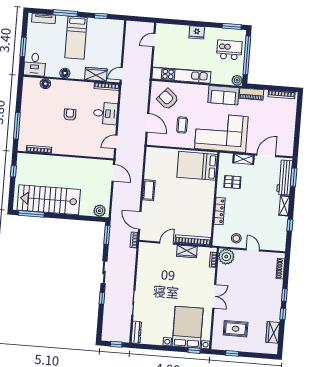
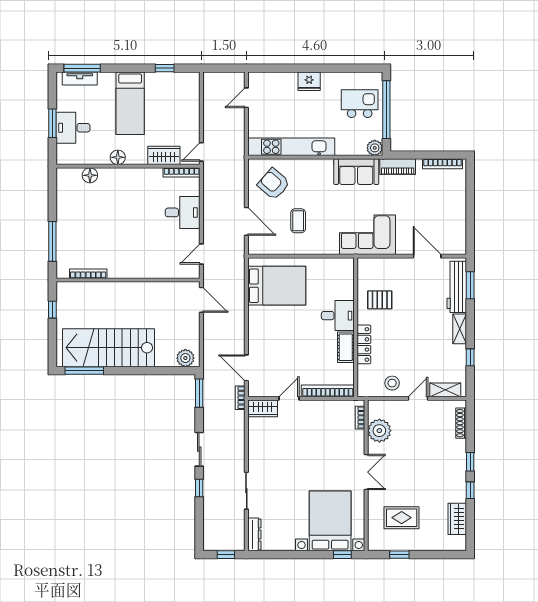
window: (65, 13) -> (82, 68), moved
window: (232, 26) -> (360, 68), removed
desk: (35, 64) -> (73, 128), moved, turned 90
armchair: (70, 115) -> (130, 219), removed
corner sofa: (221, 133) -> (367, 235), width x0.73, depth x0.74
door: (266, 155) -> (427, 256), hinge flipped
shelving: (244, 159) -> (445, 390), moved
bed: (197, 166) -> (277, 286), moved, turned 180
cot: (149, 190) -> (346, 347), moved
desk: (204, 190) -> (338, 316), added
door: (253, 250) -> (418, 398), hinge flipped
wardrobe: (187, 251) -> (263, 408), moved
plant: (226, 257) -> (379, 431), moved

